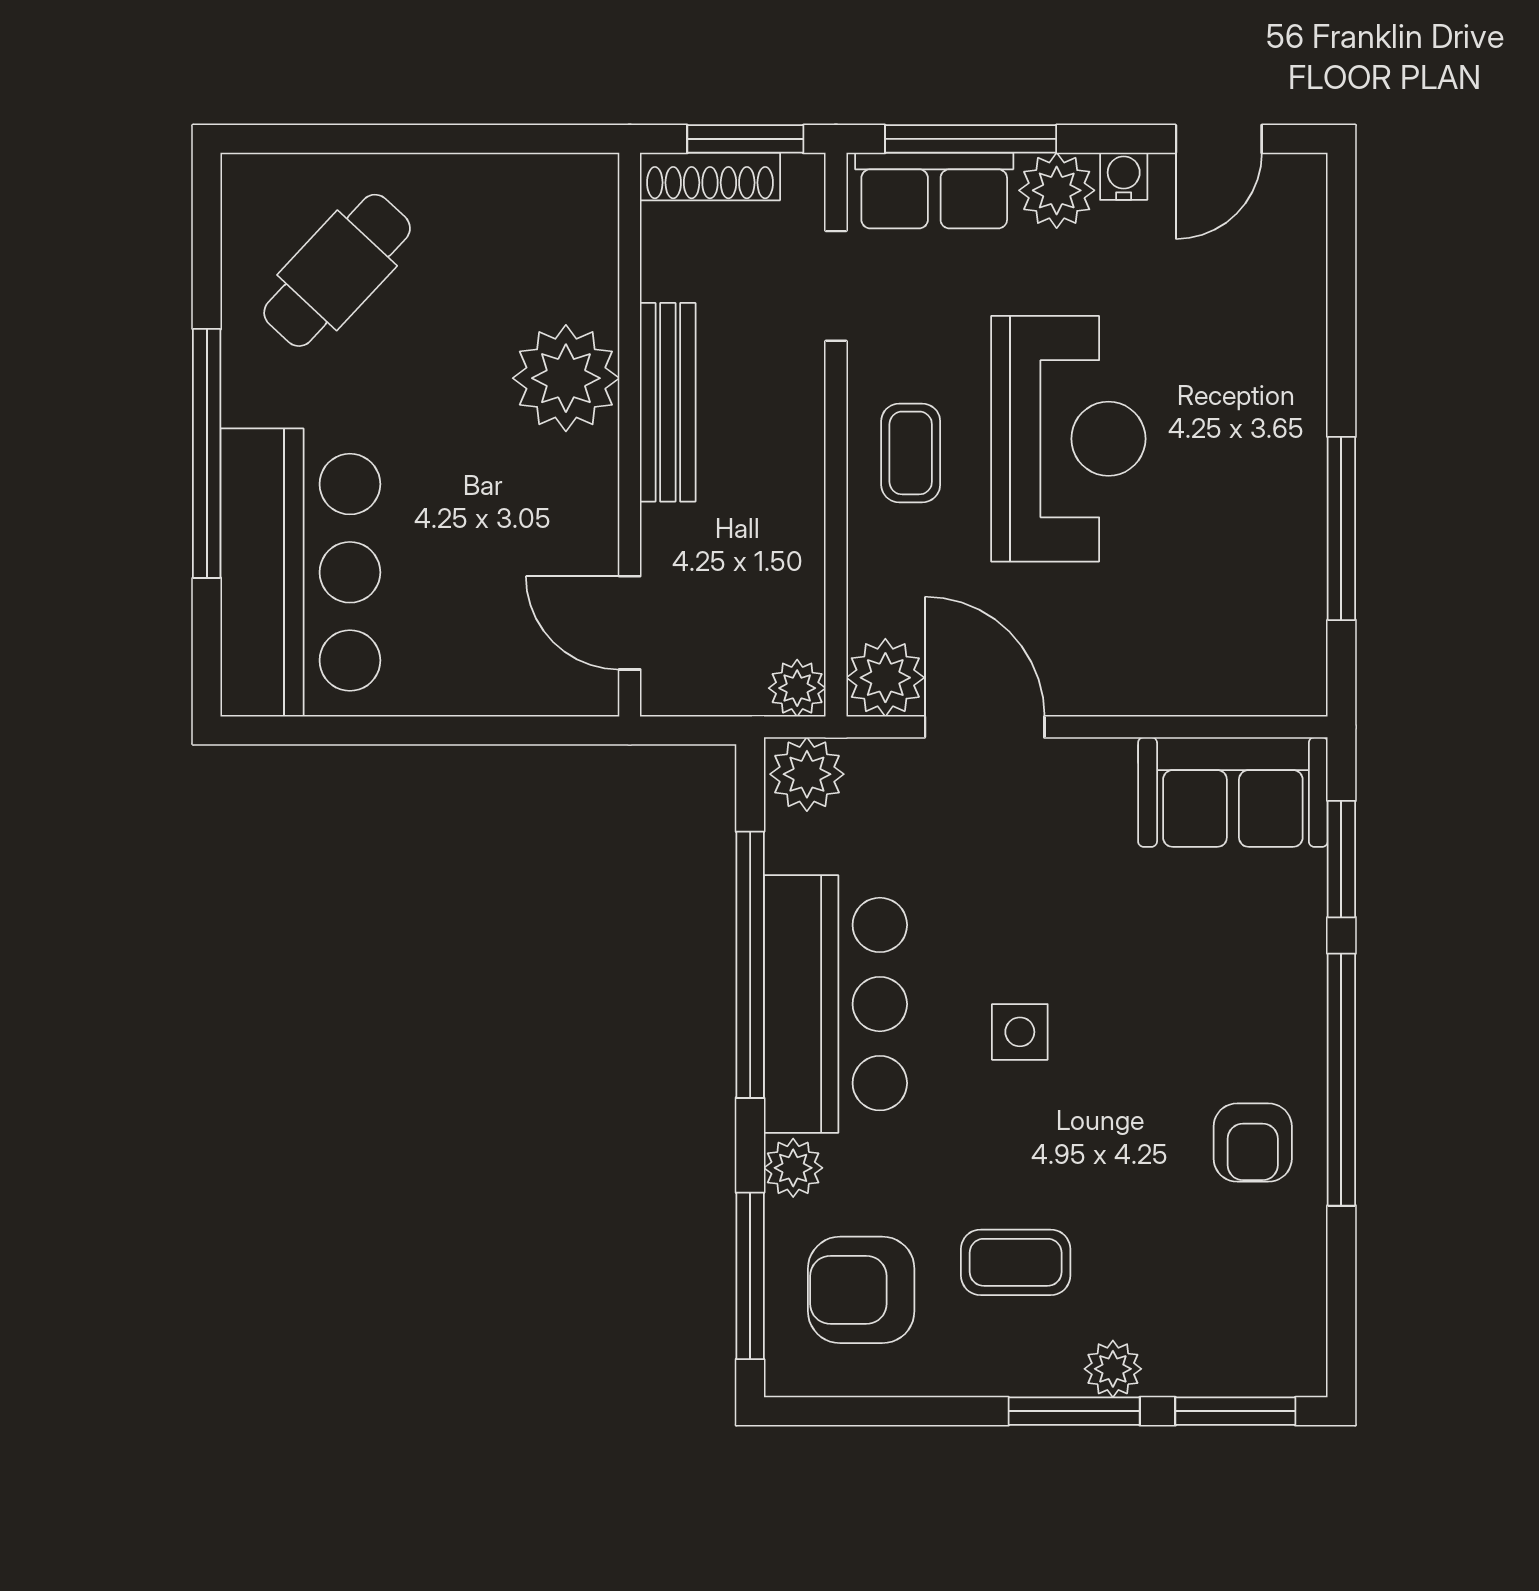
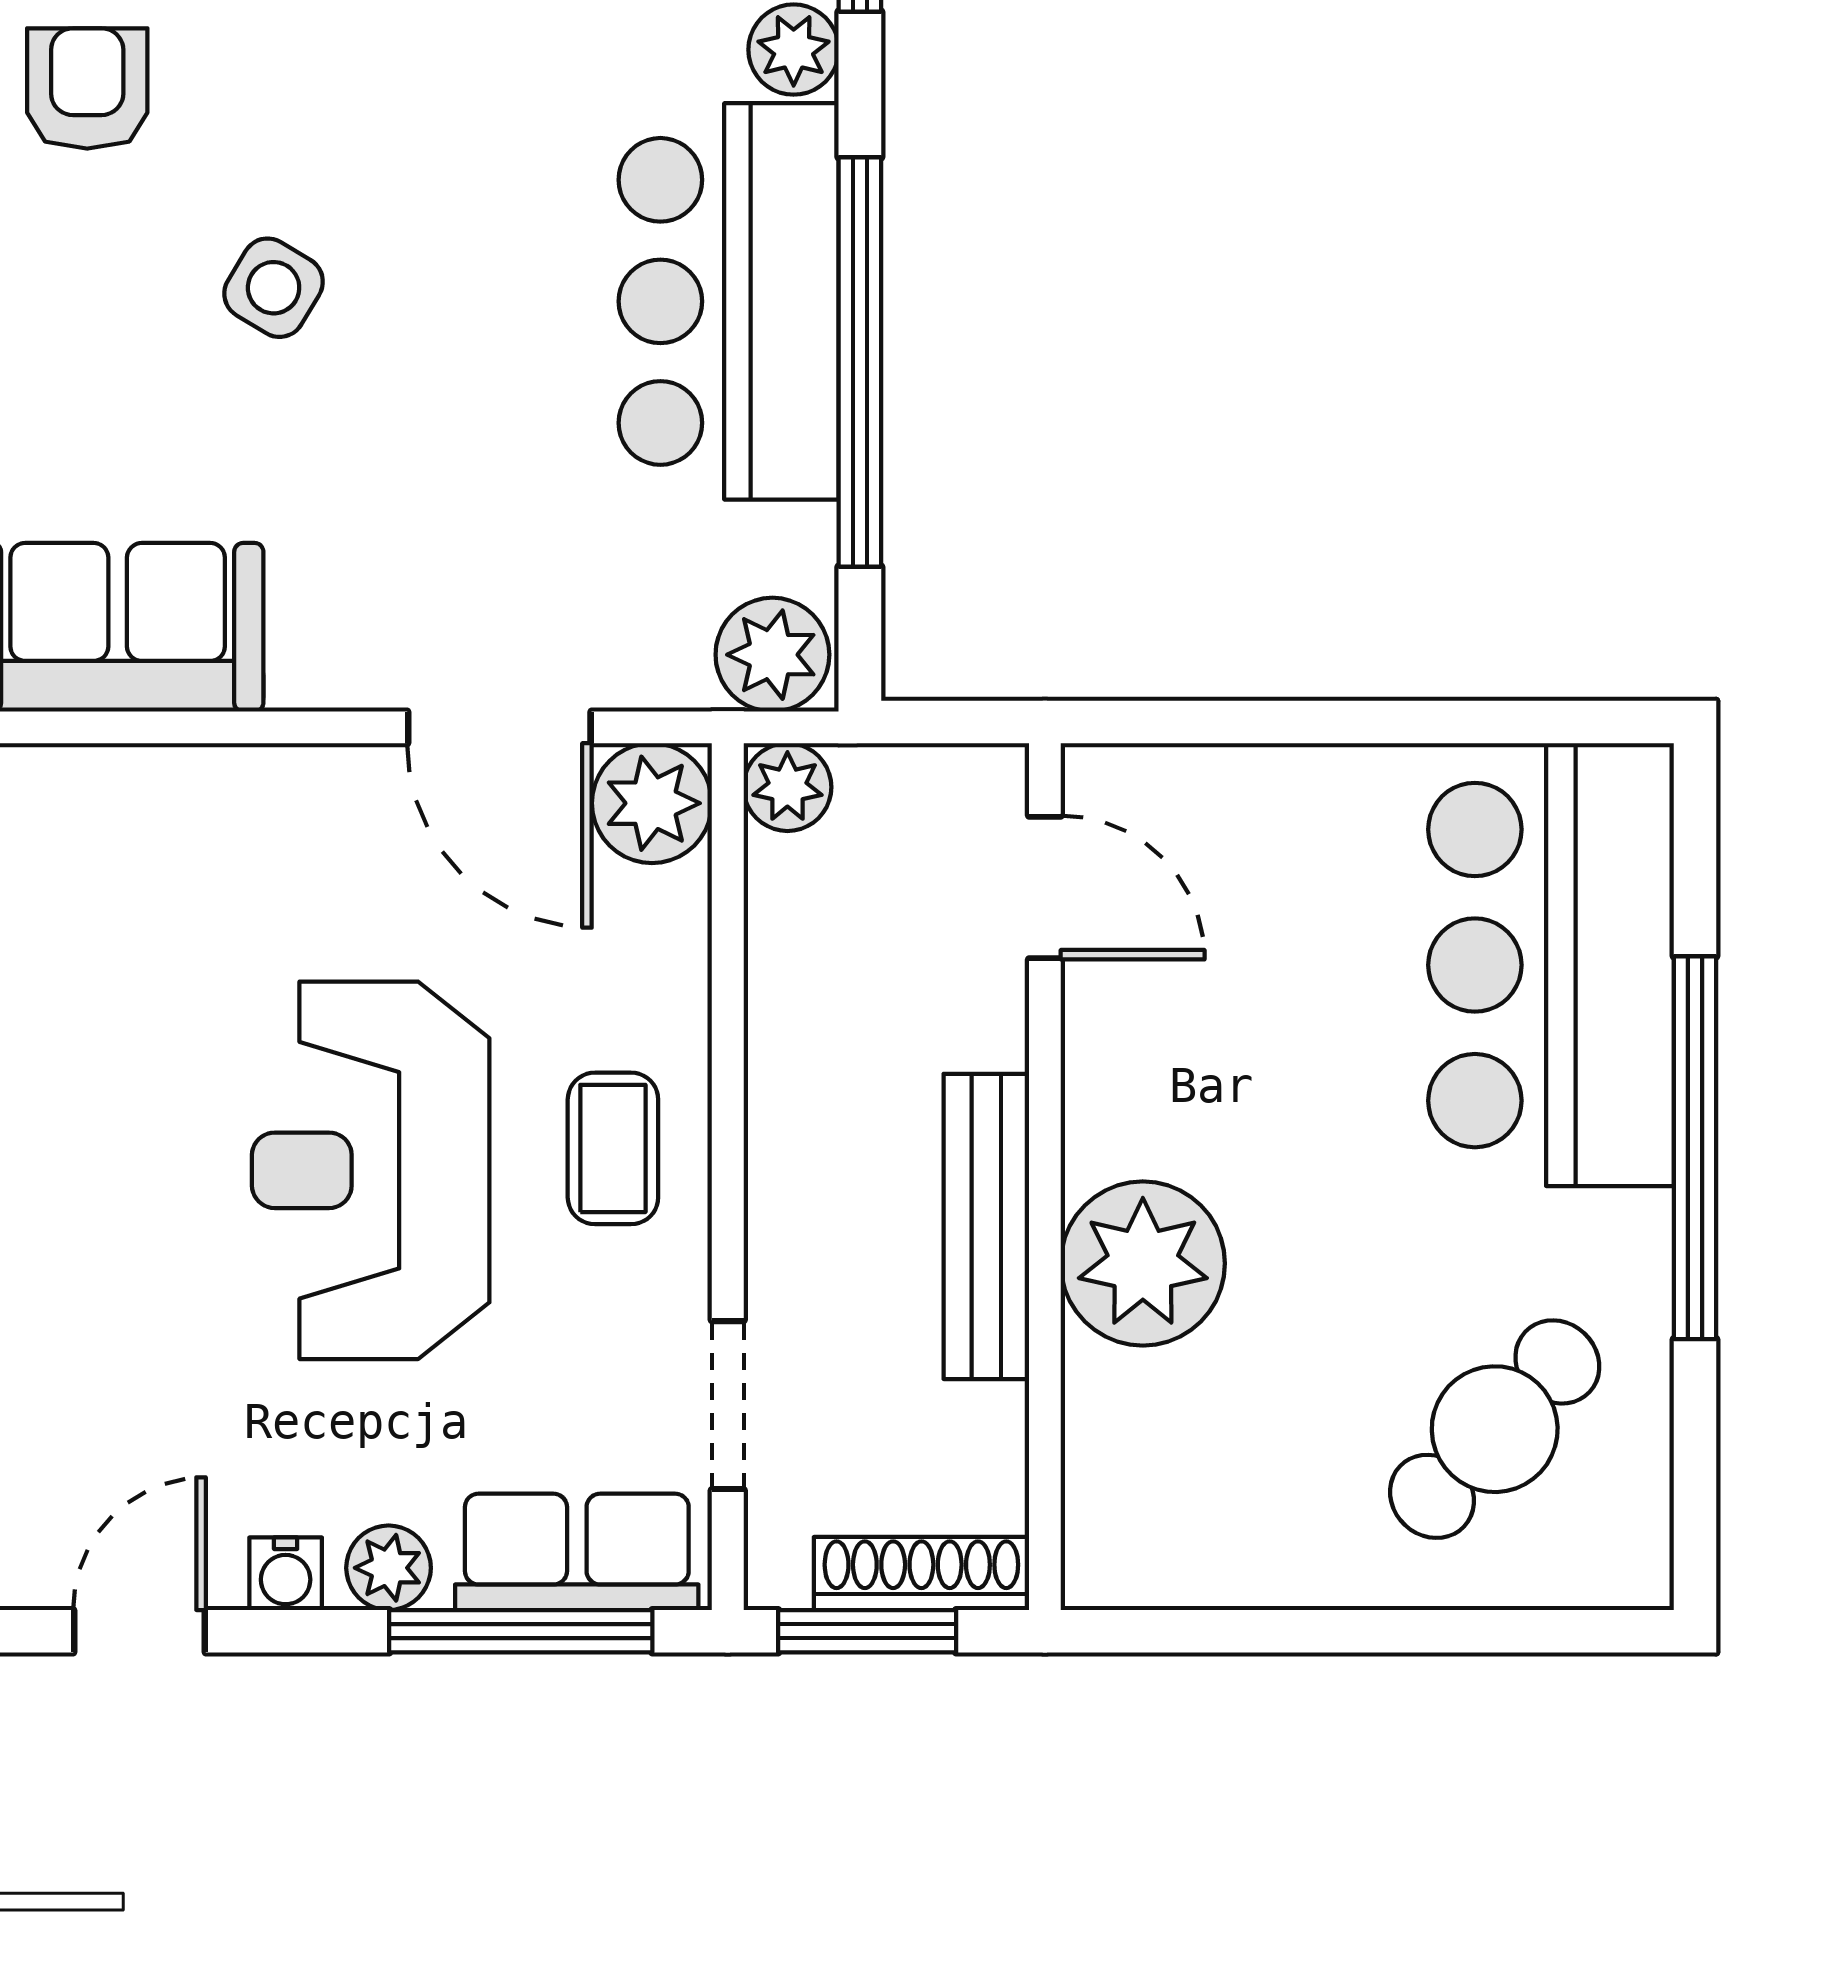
plant: (1057, 190) -> (389, 1568), width x0.73, depth x0.73
side table: (1020, 1032) -> (274, 288), moved, turned 31

